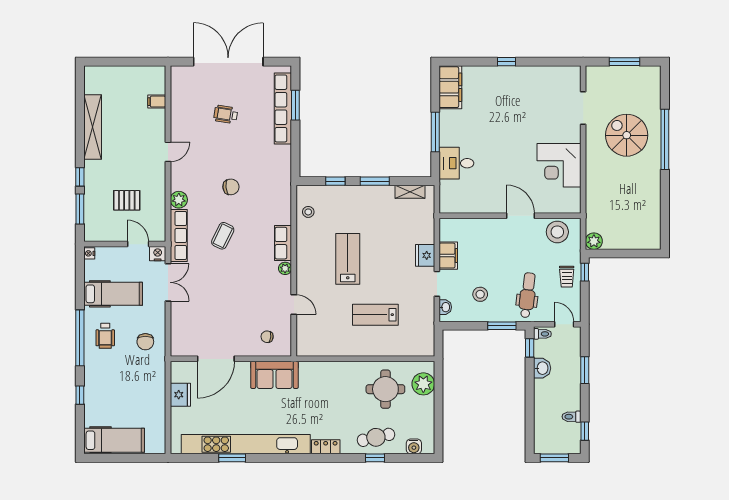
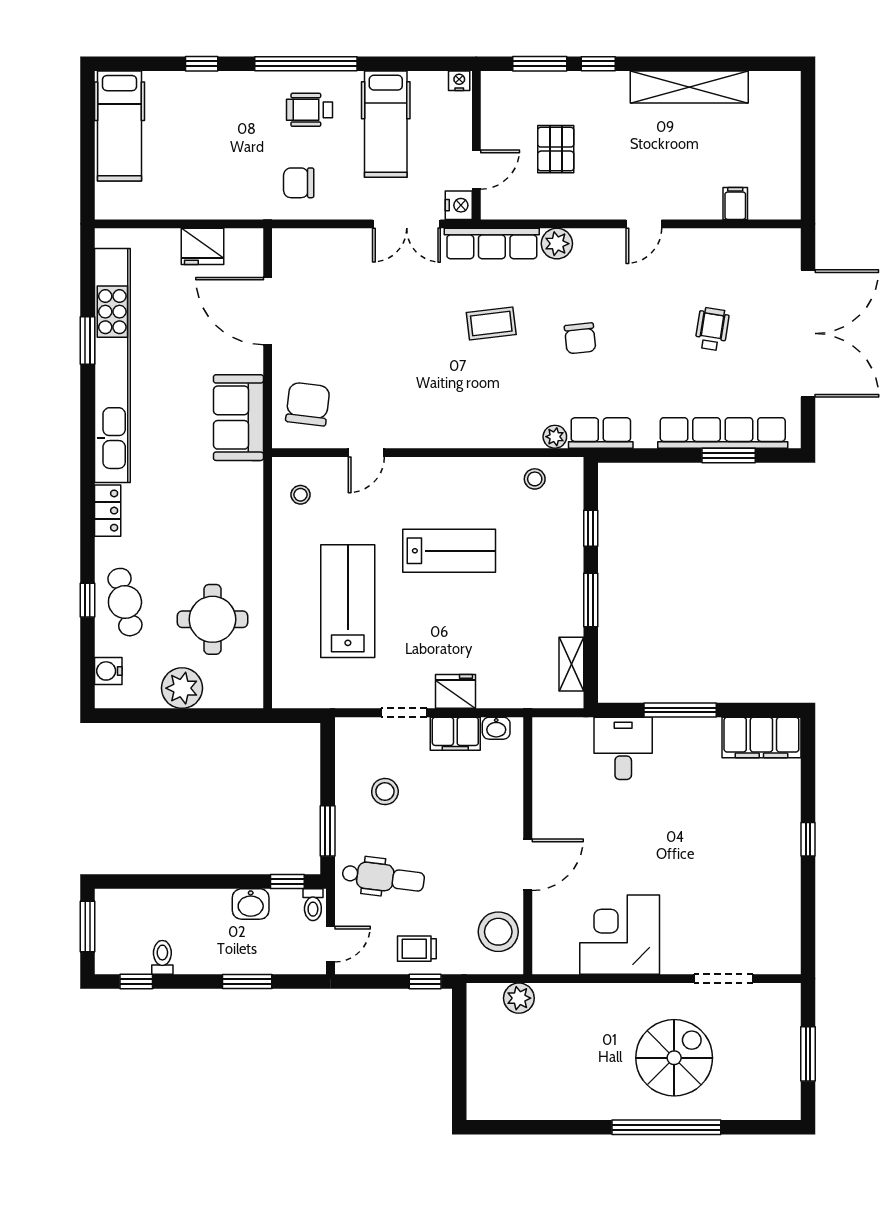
door: (168, 152) -> (644, 224), hinge flipped
coffee table: (223, 236) -> (491, 323), turned -33
plant: (594, 241) -> (519, 998), moved
row of seats: (283, 243) -> (601, 433), moved
plant: (285, 268) -> (555, 437), moved
washbasin: (445, 307) -> (496, 728), moved
lab bench: (375, 315) -> (348, 601), width x1.36, depth x1.39
chair: (267, 337) -> (308, 404), width x1.87, depth x1.87
stool: (317, 341) -> (301, 495), added
plant: (423, 384) -> (182, 688), moved

